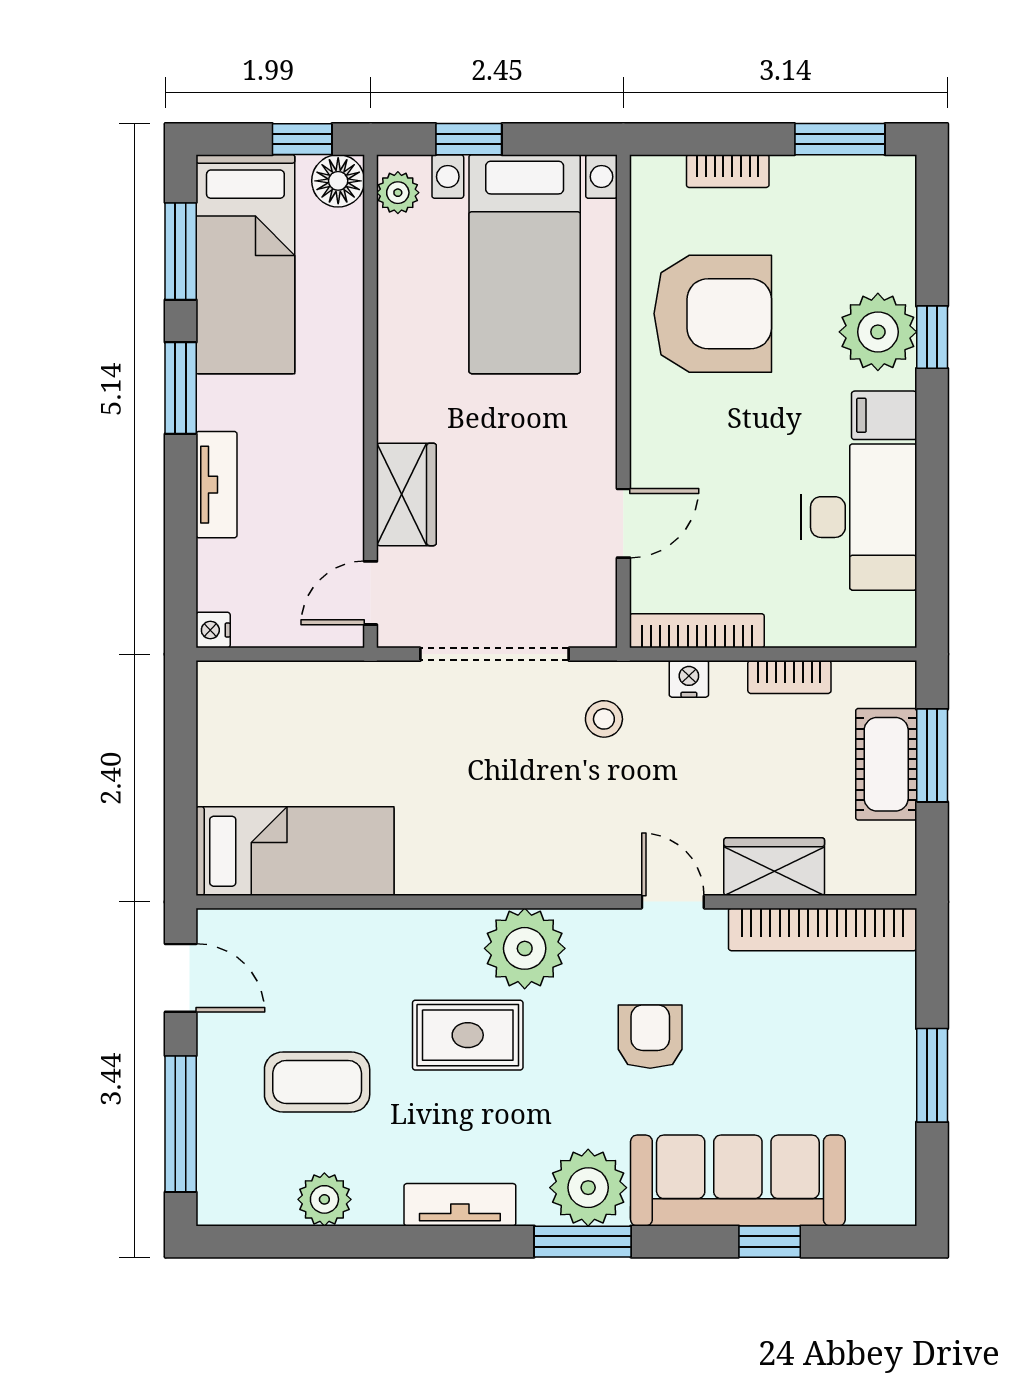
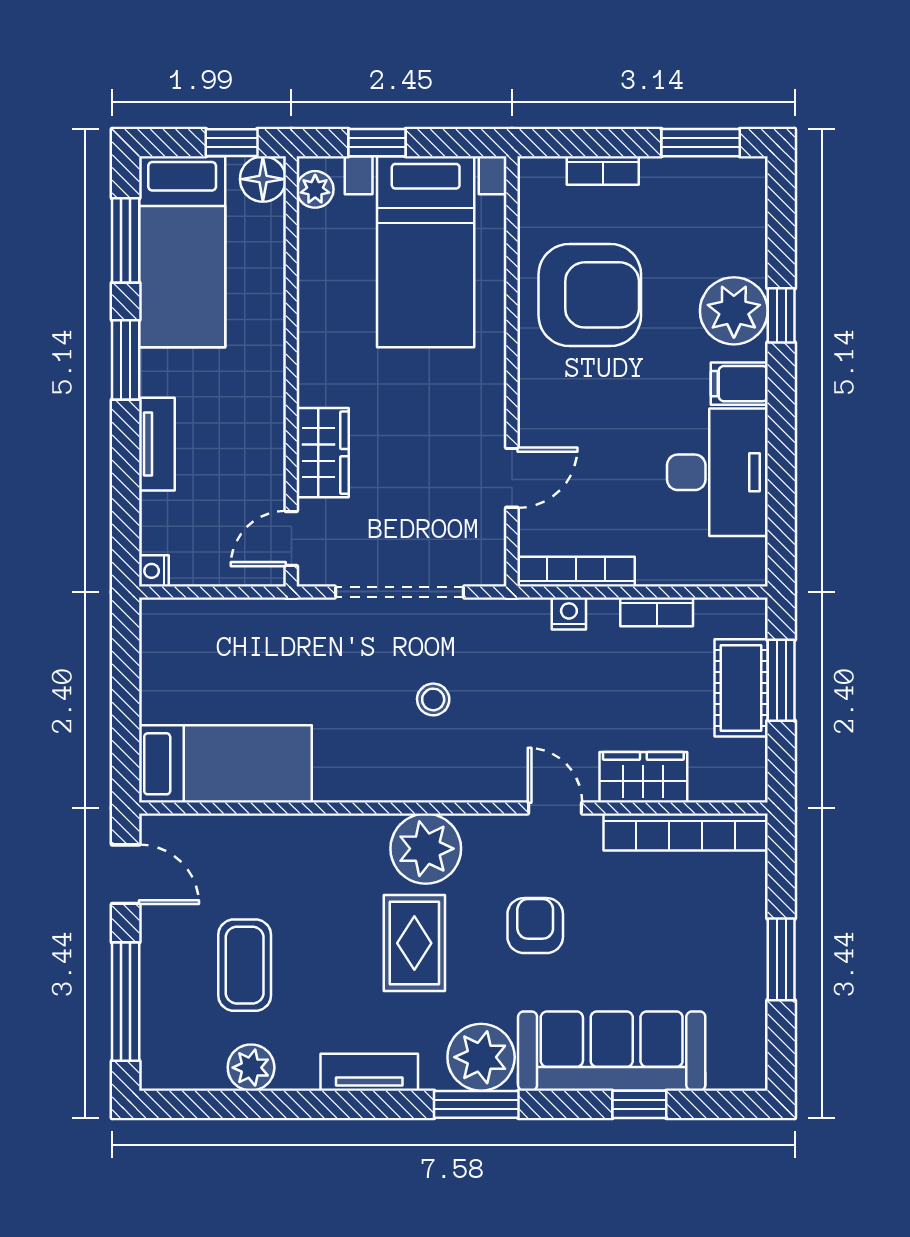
stool: (604, 719) -> (433, 699), moved
rug: (468, 1035) -> (414, 943), moved, turned 90
coffee table: (317, 1082) -> (245, 965), turned 90

